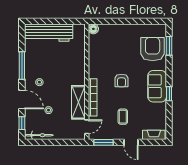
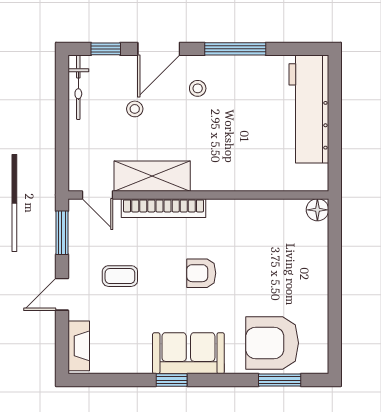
armchair: (153, 49) -> (272, 343), turned 180

